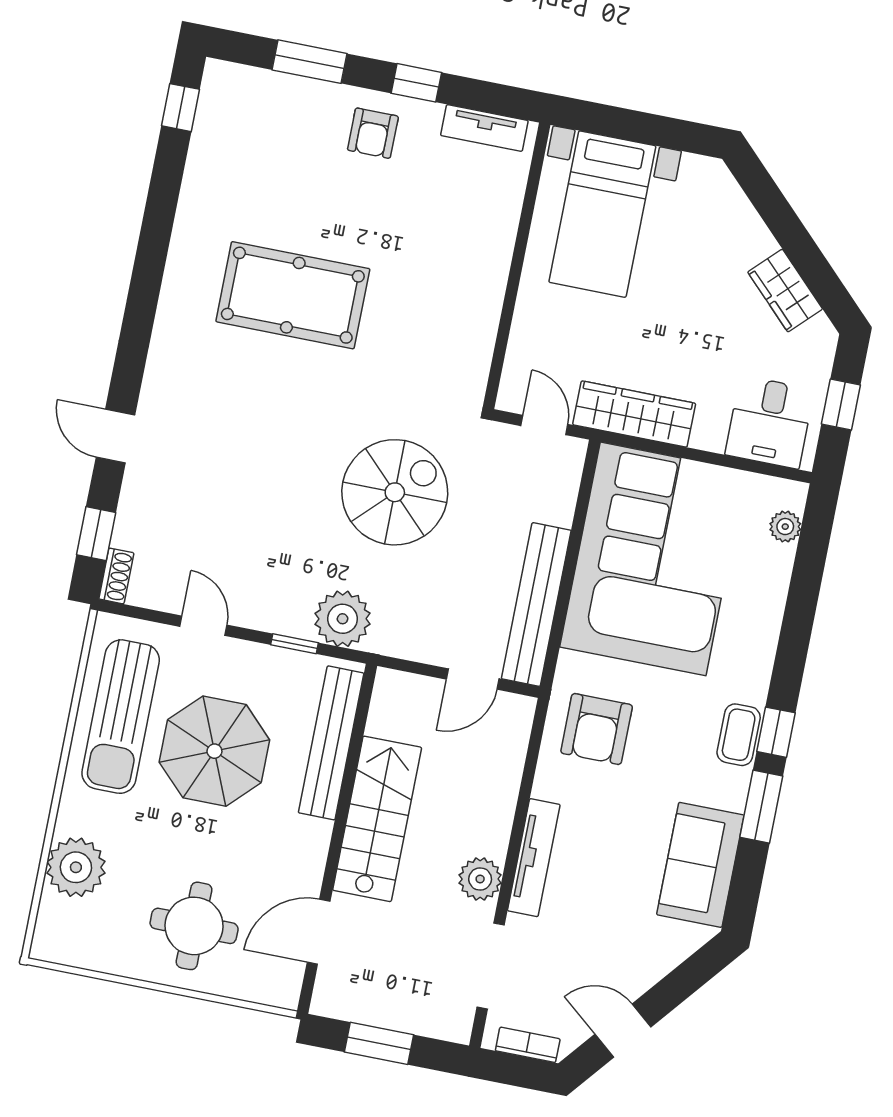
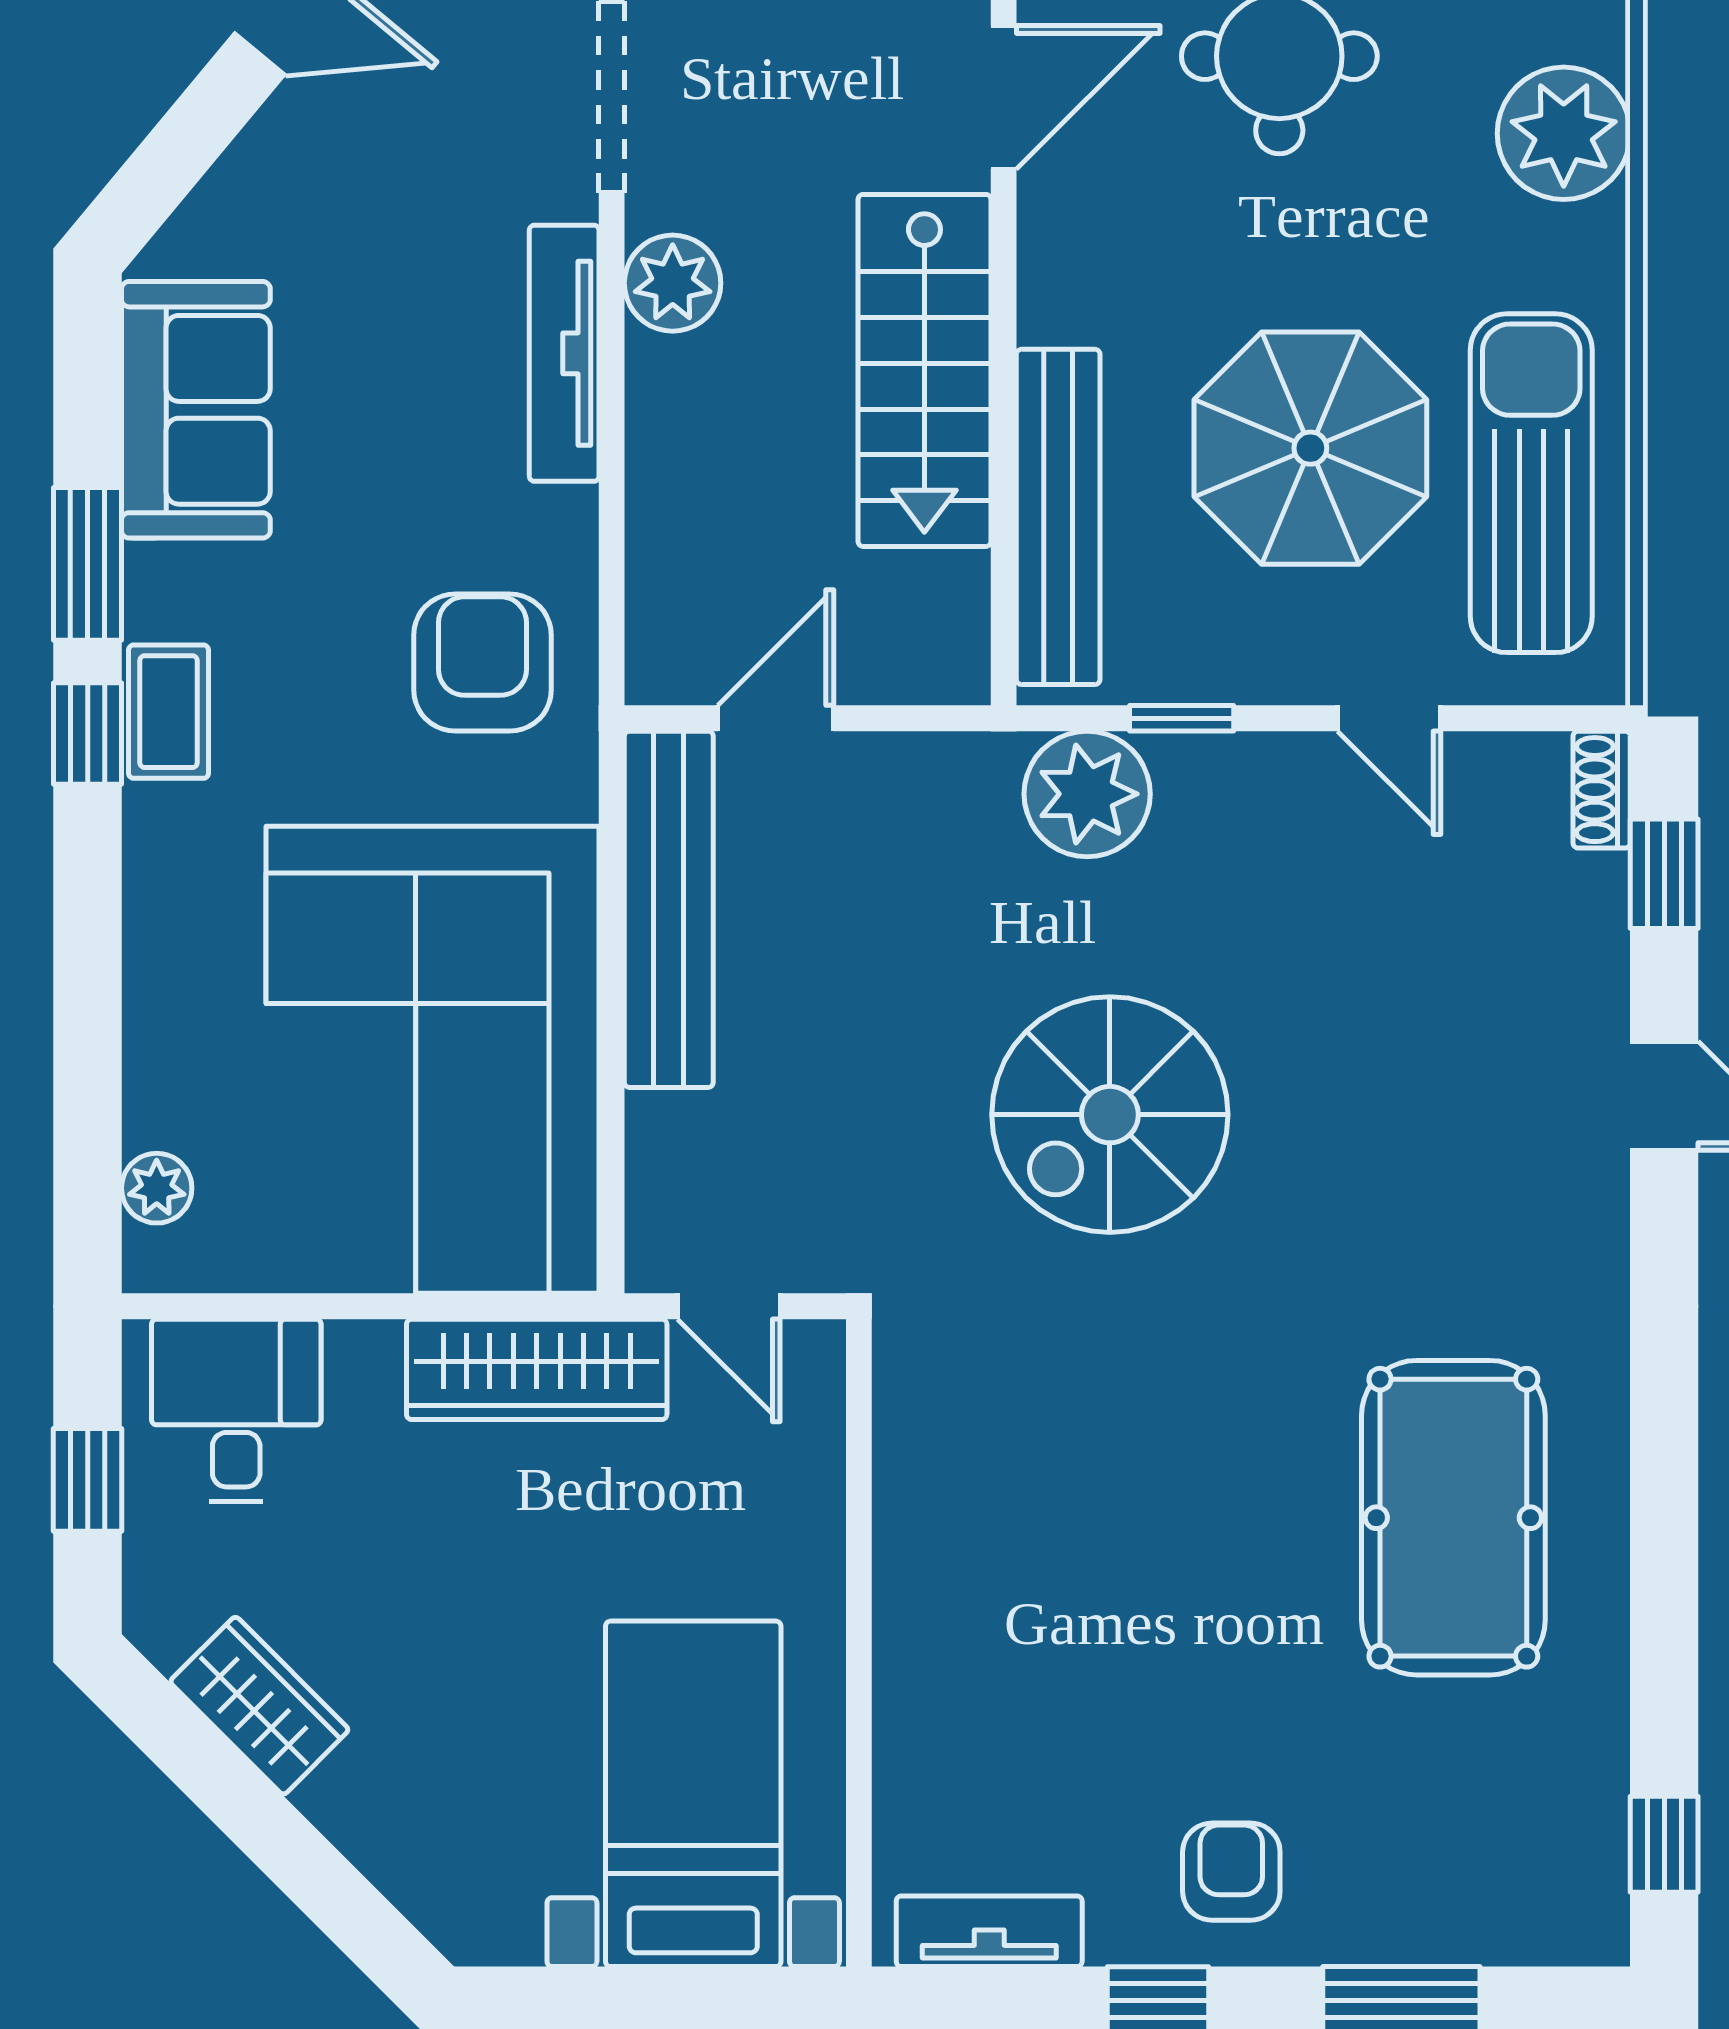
pool table: (293, 295) -> (1453, 1518), moved, turned 90
spiral stairs: (395, 492) -> (1110, 1115), moved

